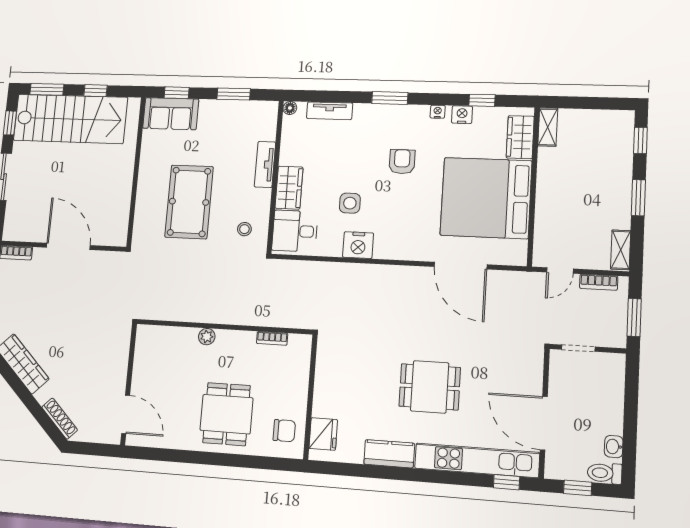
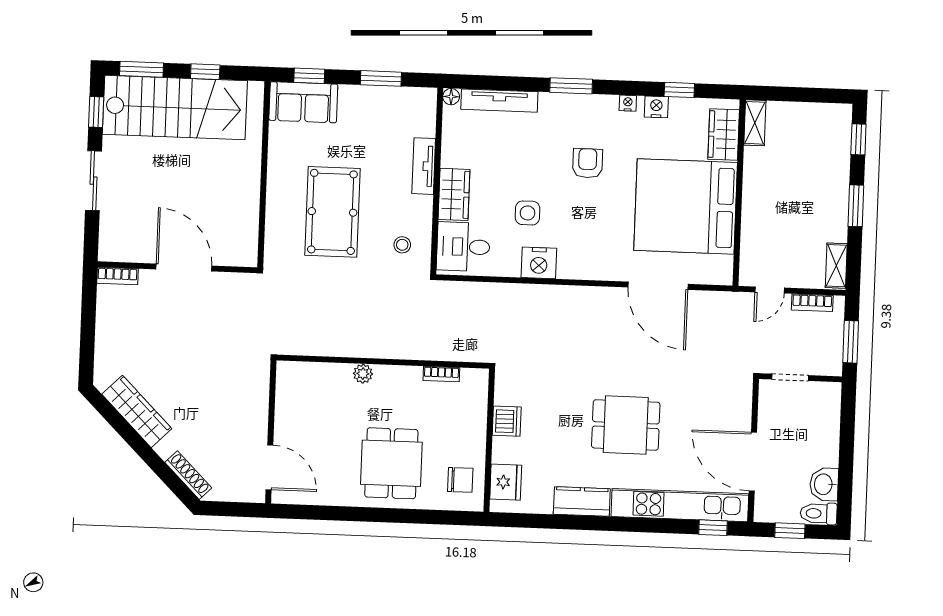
tv unit: (330, 111) -> (499, 101), width x1.41
dishwasher: (326, 381) -> (507, 421), added
washbasin: (614, 447) -> (824, 484), width x1.38, depth x1.45

